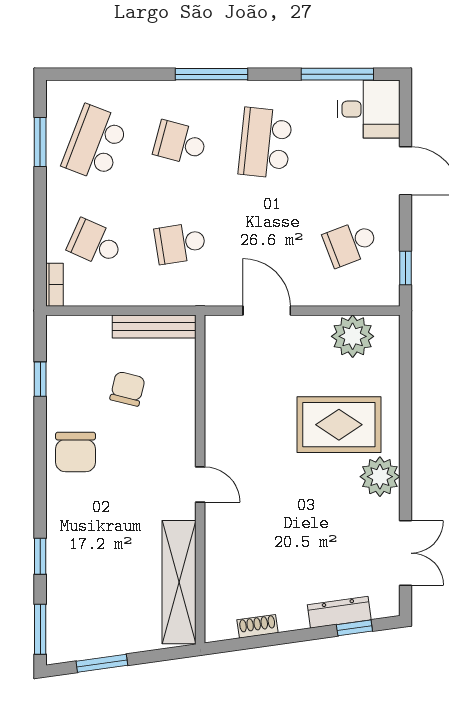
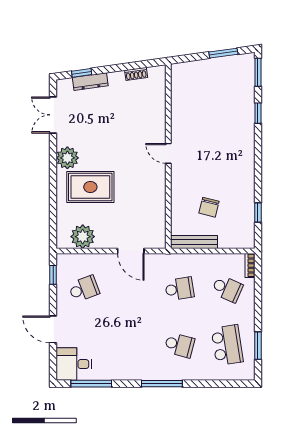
school desk: (95, 143) -> (227, 345), turned -30
school desk: (265, 143) -> (132, 345), removed
chair: (76, 452) -> (238, 172), removed
shelving: (179, 582) -> (180, 99), removed

